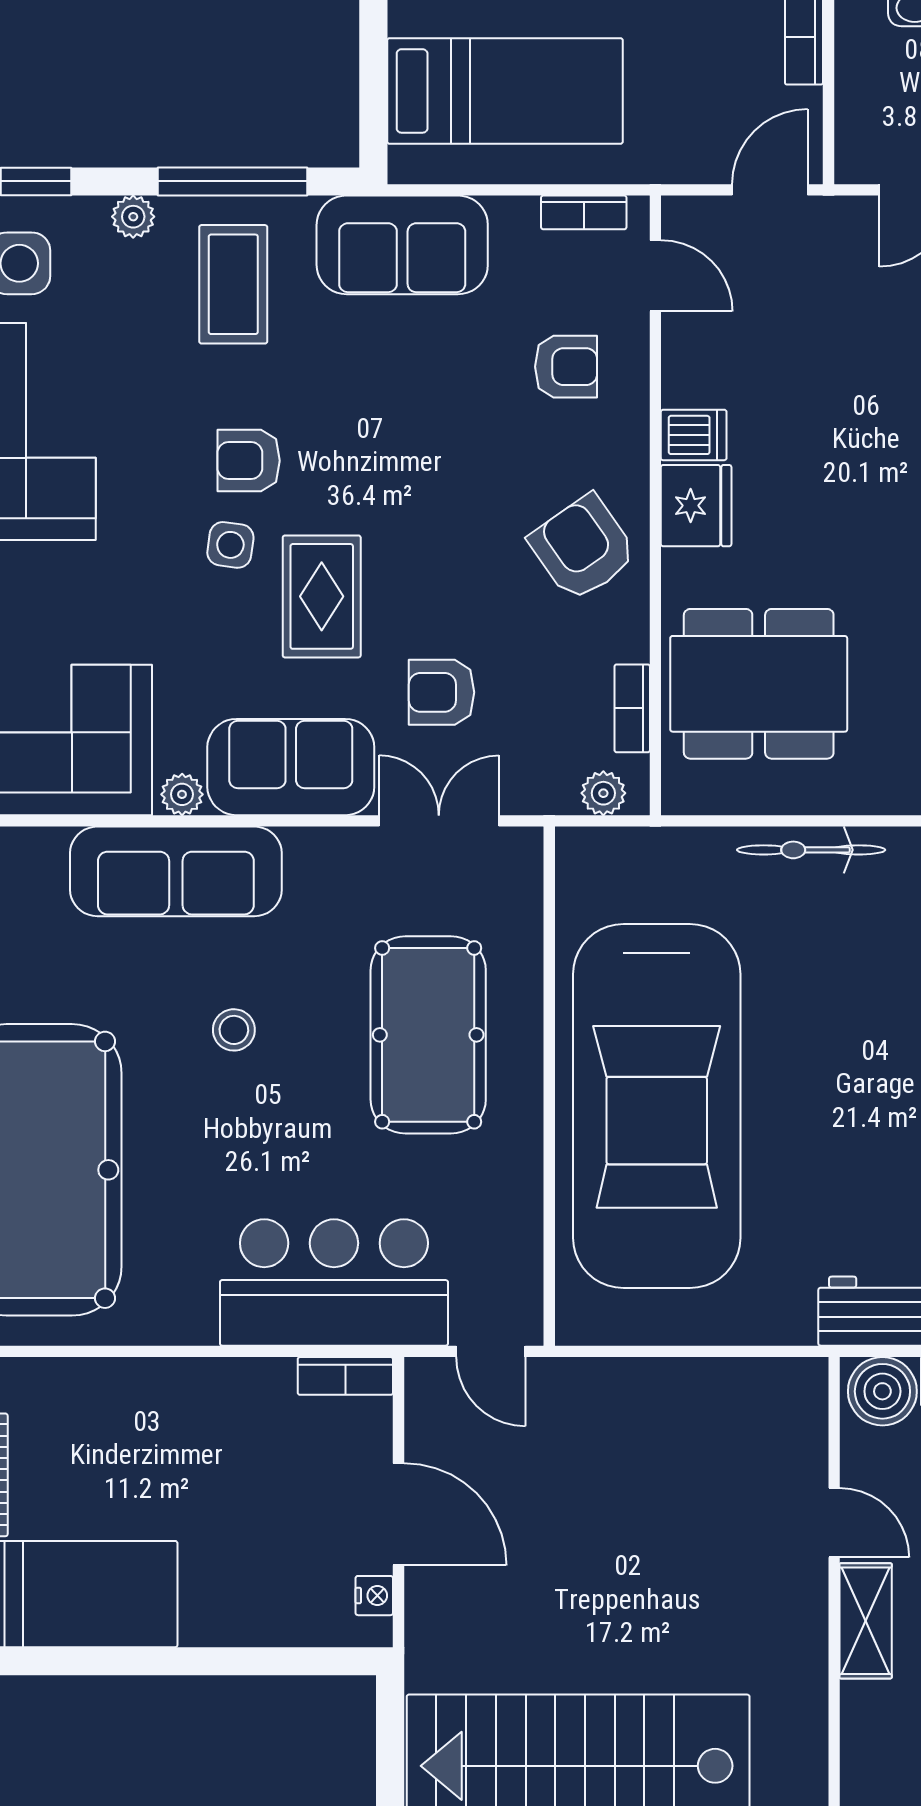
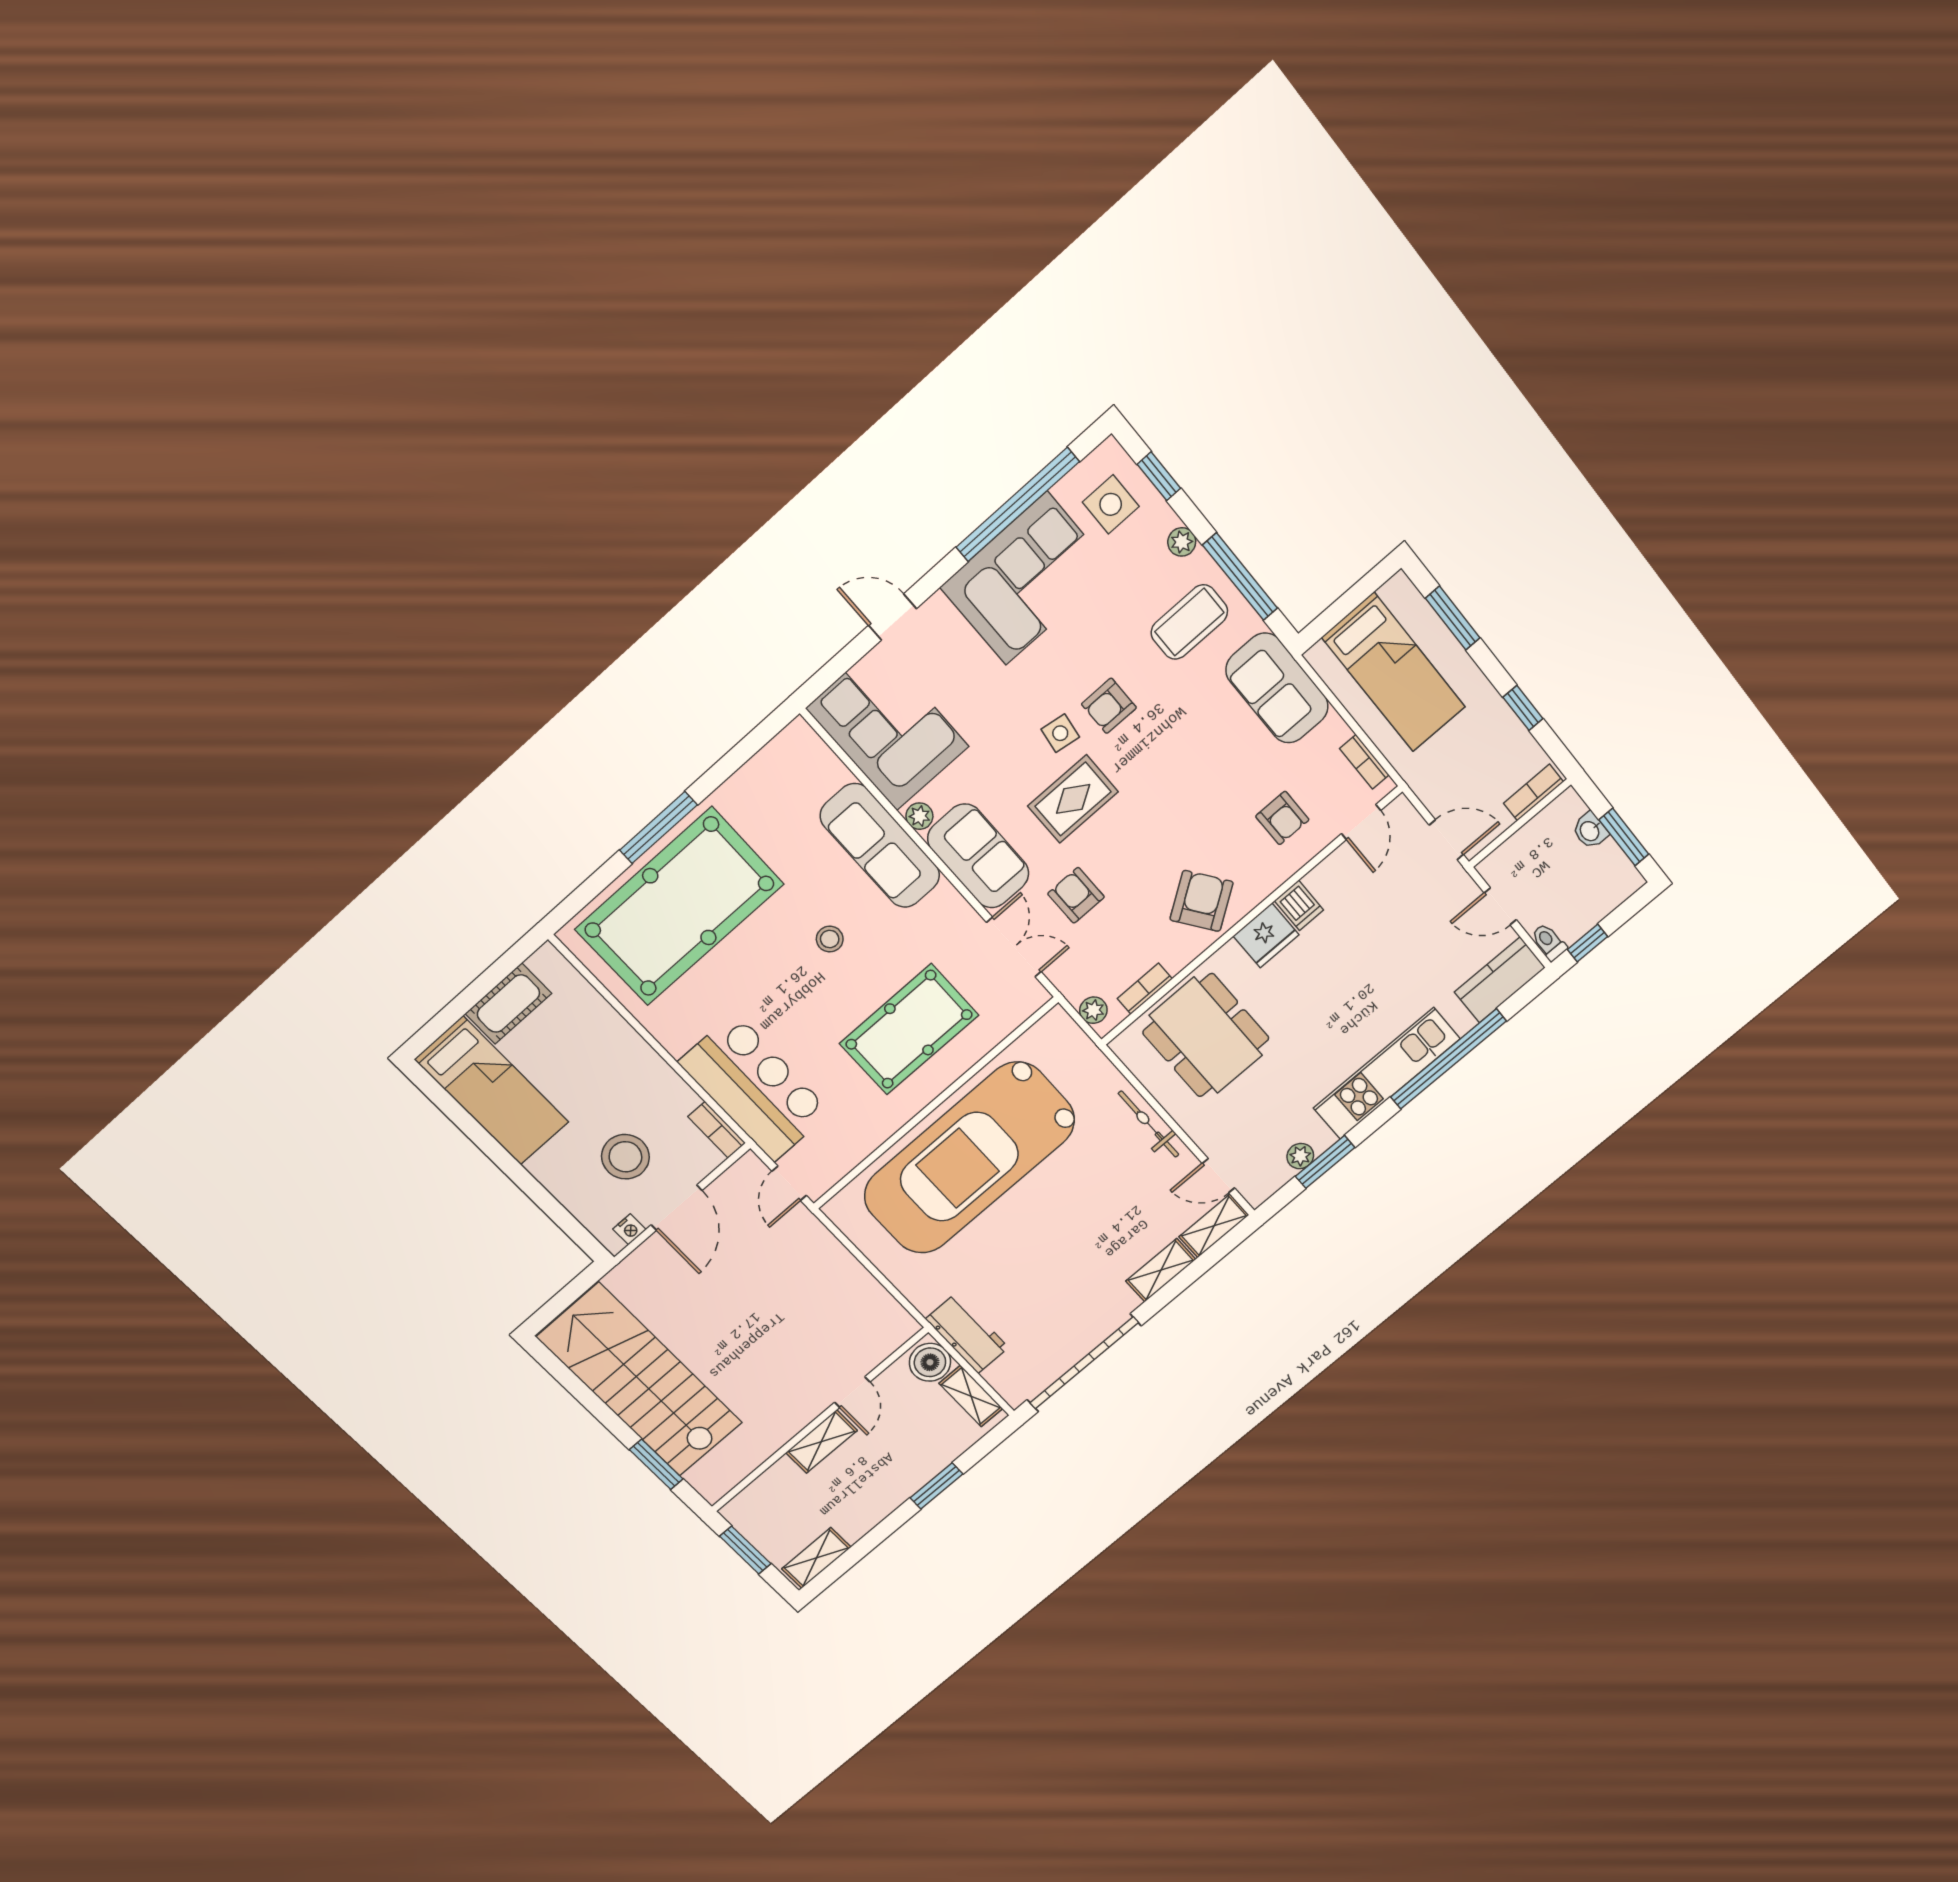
armchair: (249, 461) -> (1109, 706), turned -90
stool: (280, 1515) -> (625, 1157), added

